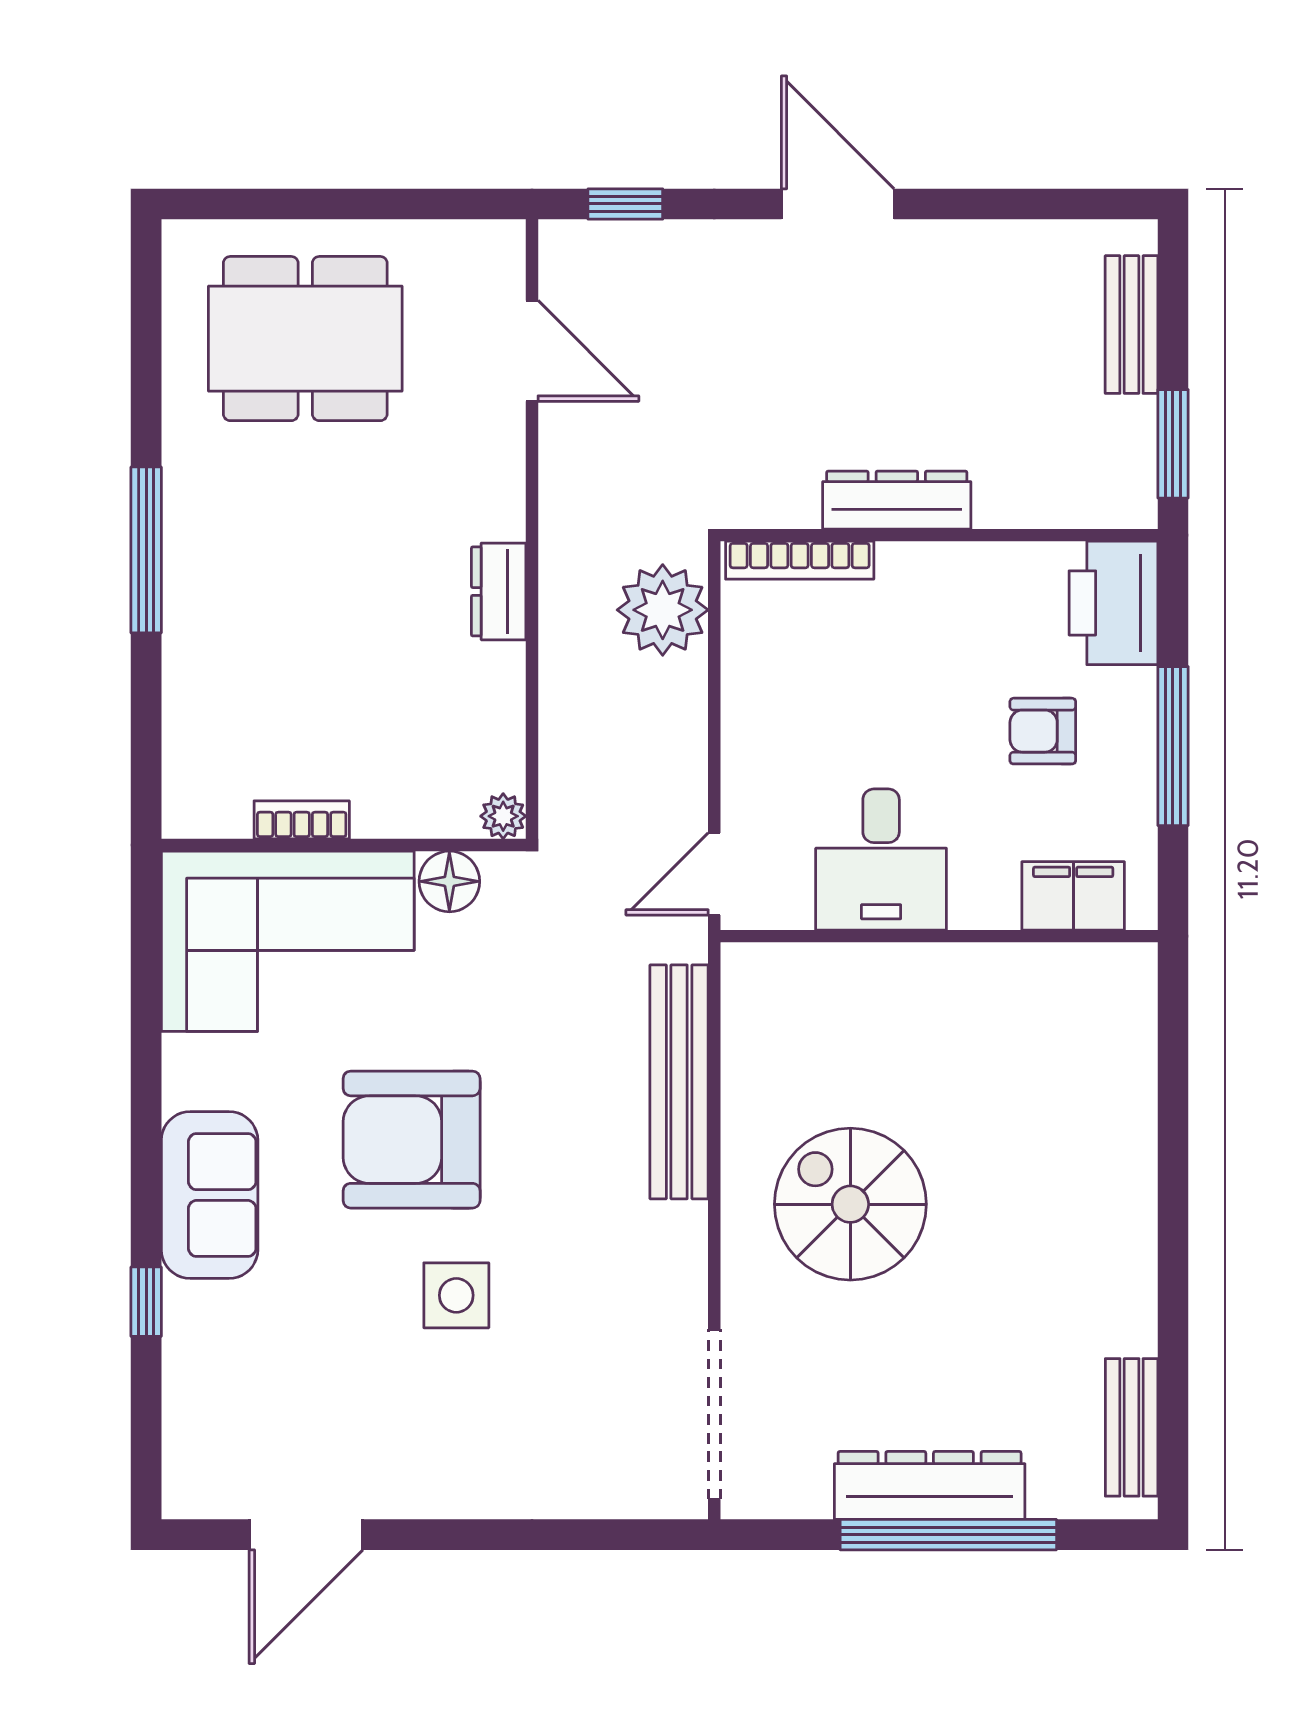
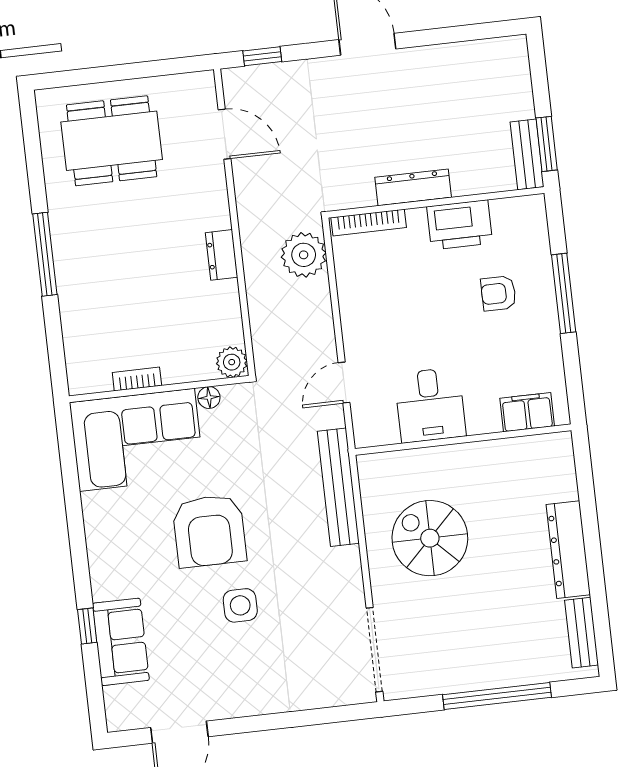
bench: (1132, 325) -> (527, 154), moved
printer: (1113, 603) -> (460, 225), moved, turned -90
plant: (503, 816) -> (232, 362), width x1.38, depth x1.38
desk: (881, 860) -> (430, 405), moved
floor lamp: (449, 881) -> (209, 398), width x0.73, depth x0.73
filing cabinet: (1073, 896) -> (527, 412), moved
wall: (939, 936) -> (463, 440), moved
armchair: (412, 1140) -> (209, 531), turned -90
sofa: (210, 1195) -> (121, 642), moved
dresser: (930, 1485) -> (568, 550), moved, turned -90

